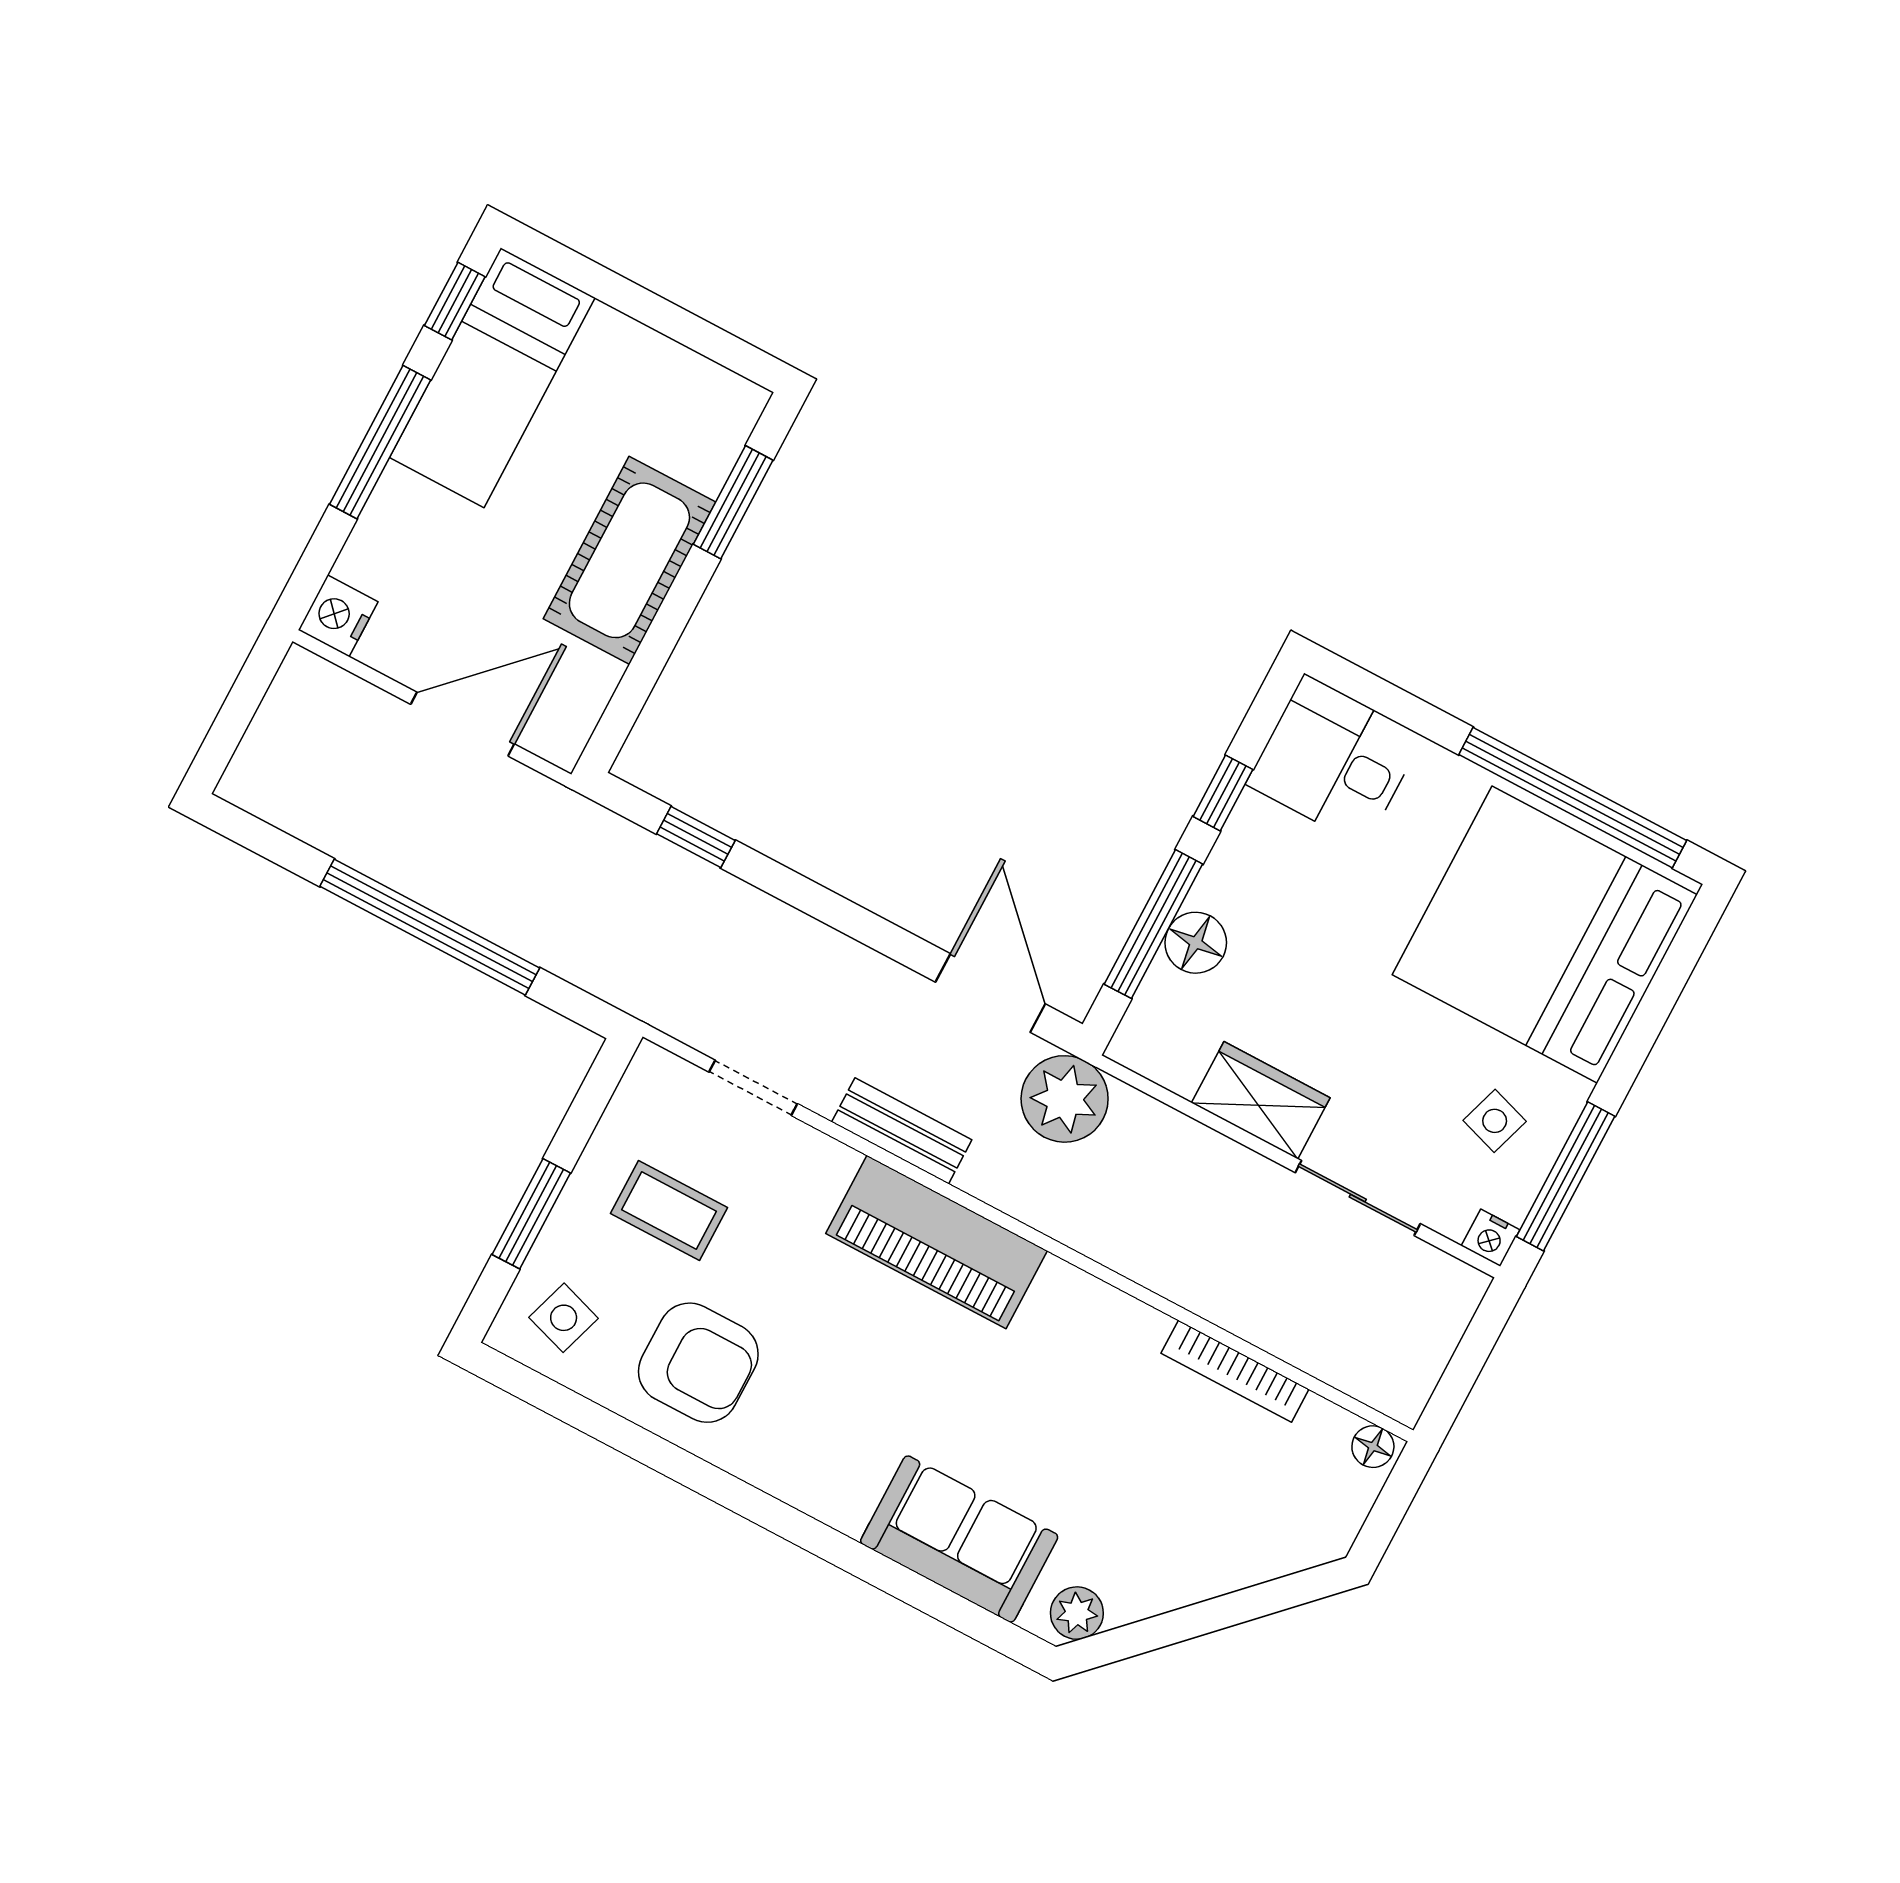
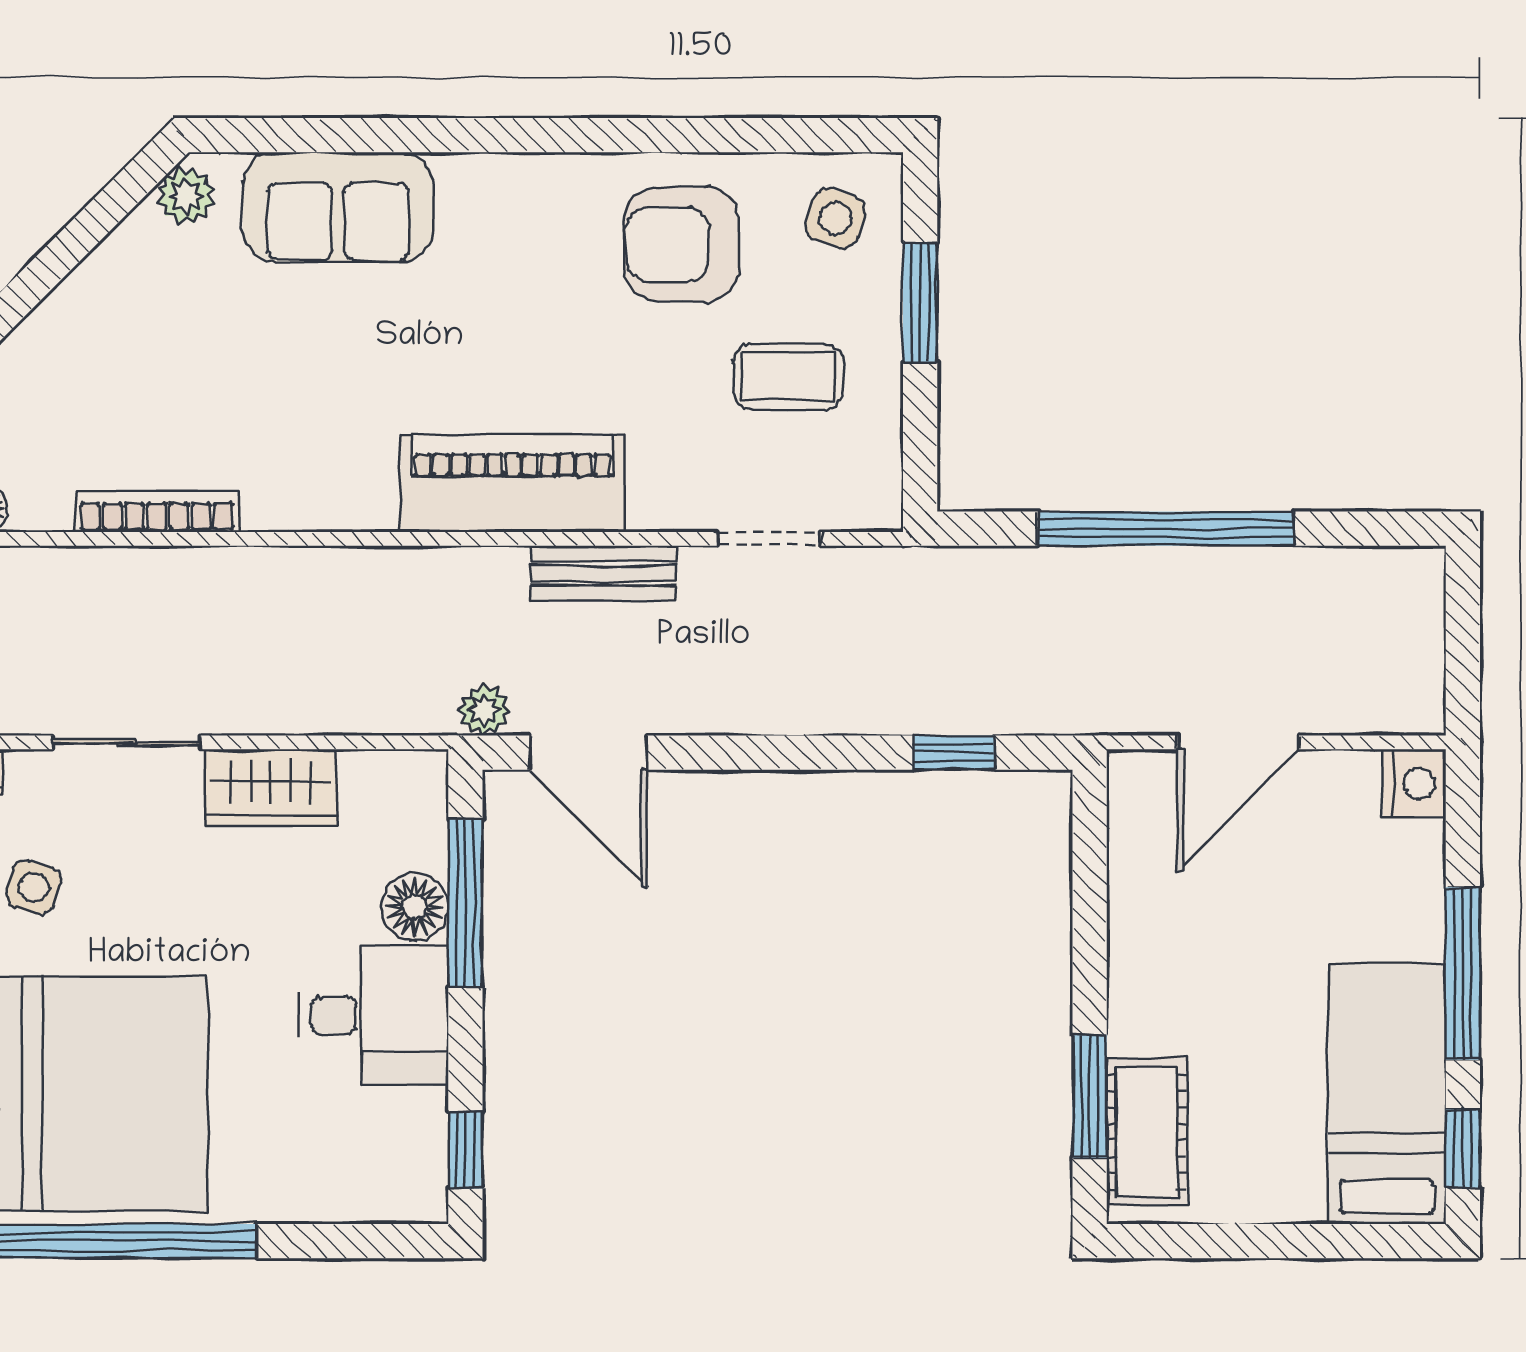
cot: (629, 560) -> (1147, 1132), moved, width x0.73, depth x0.75
desk: (1335, 760) -> (374, 1015), moved
window: (1223, 793) -> (465, 1150), moved
plant: (1065, 1099) -> (484, 710), width x0.53, depth x0.53

